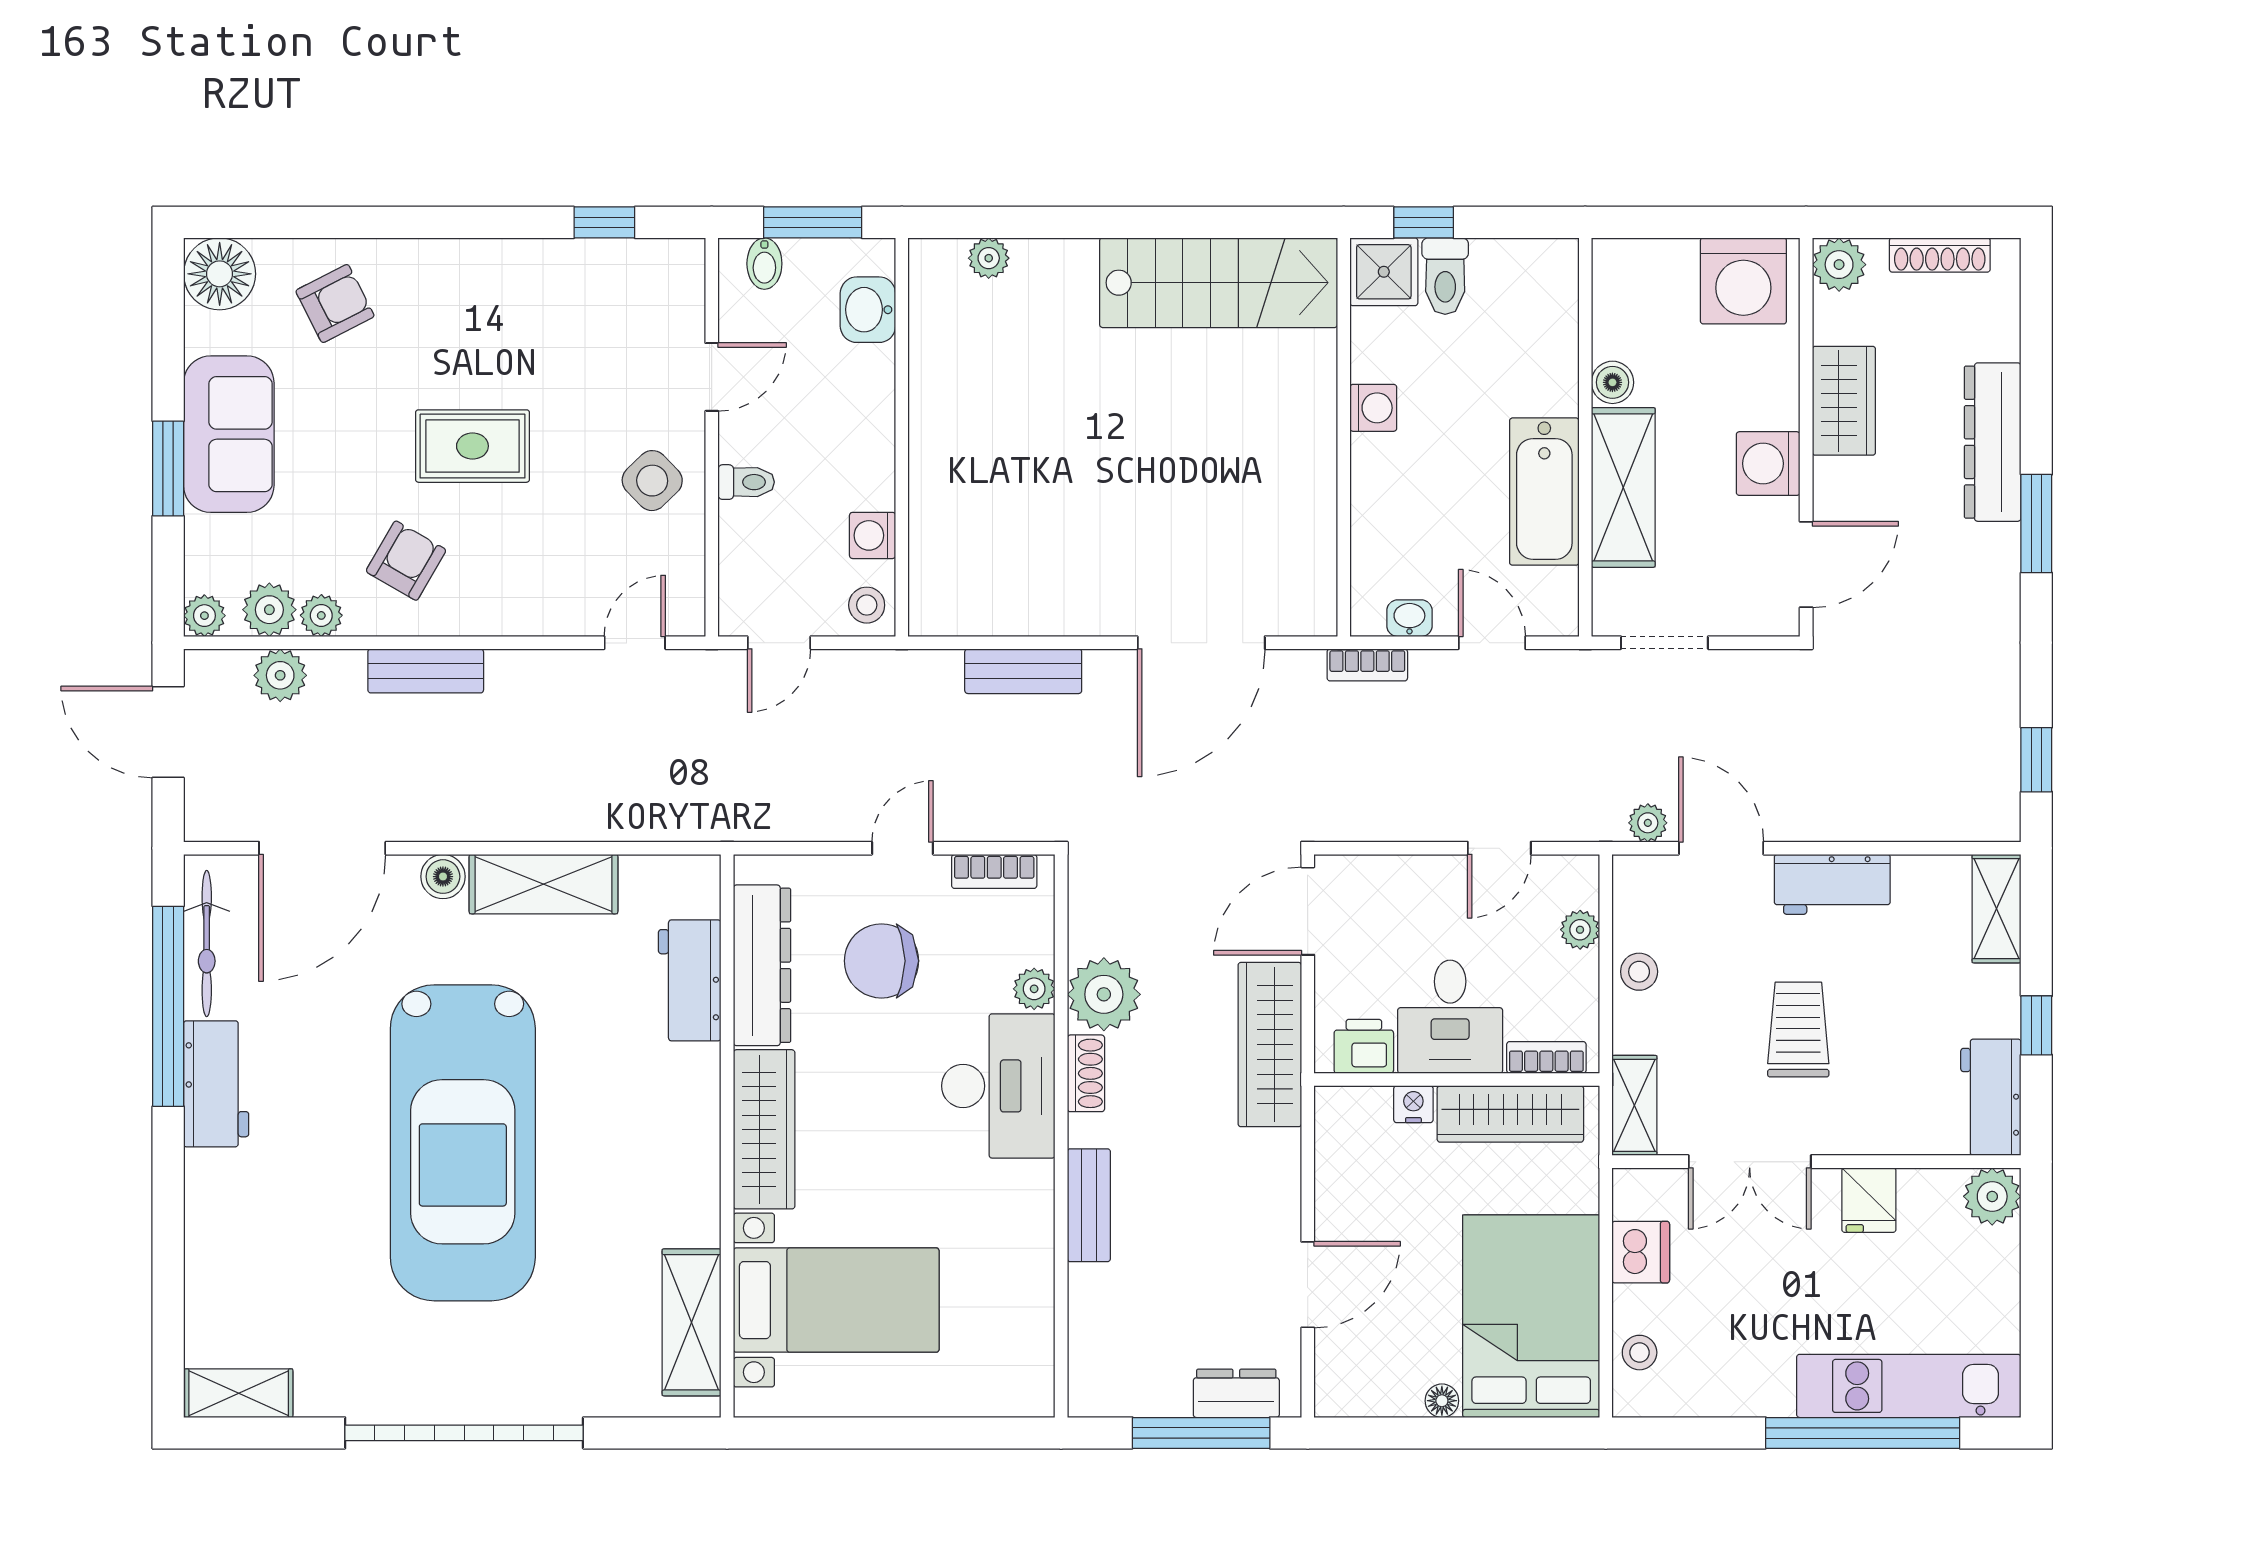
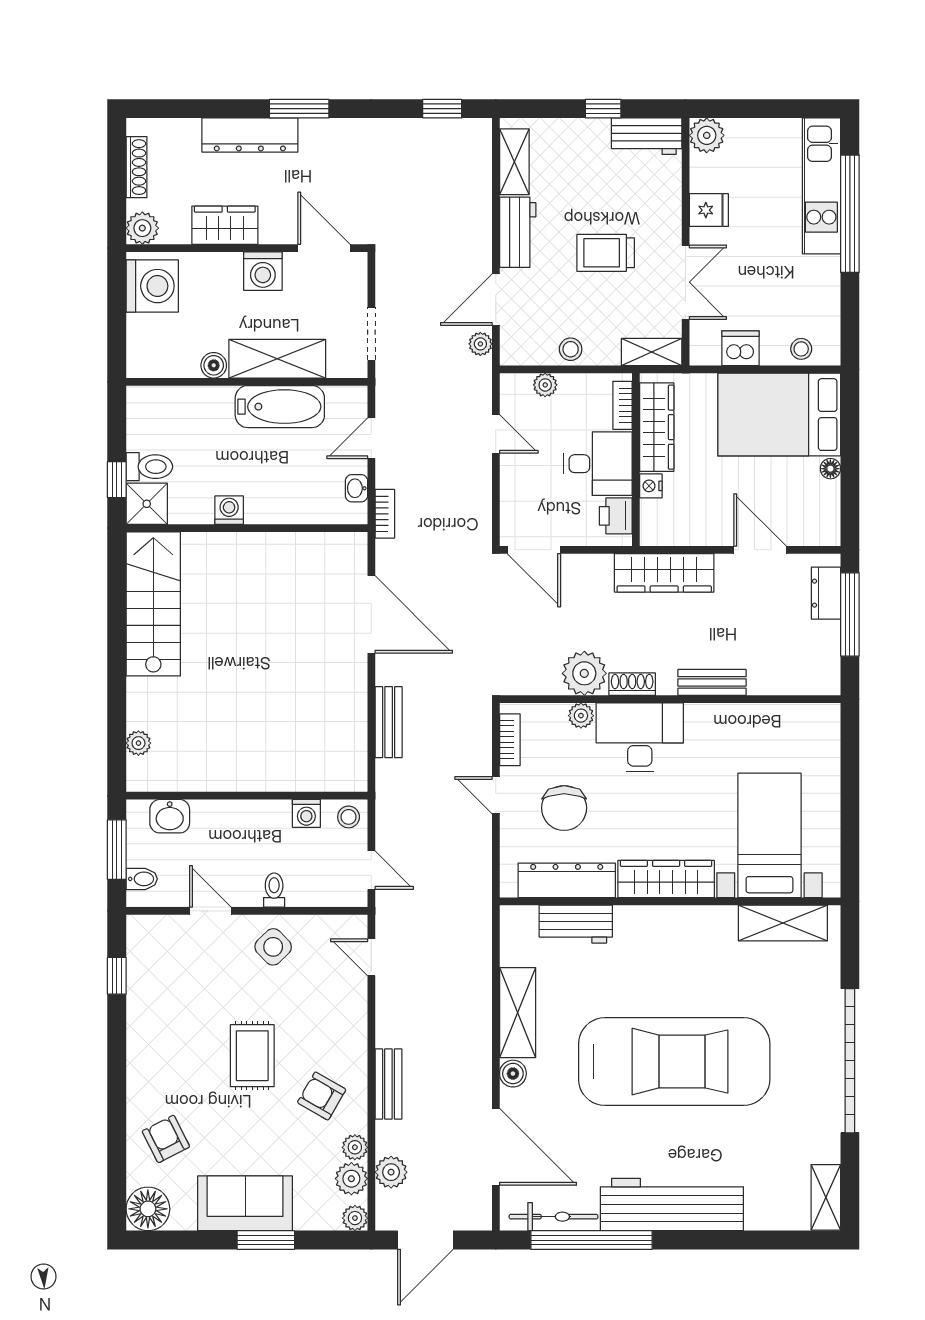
shelving: (1996, 909) -> (514, 162), moved, turned 90
wardrobe: (1270, 1045) -> (664, 573), moved
workbench: (216, 1084) -> (672, 1205), width x1.88, depth x1.32

